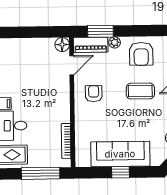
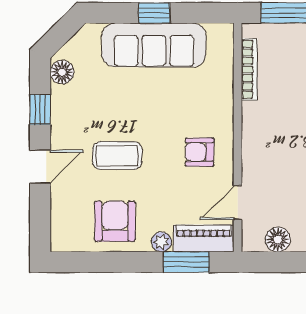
floor lamp: (62, 45) -> (278, 239), moved
armchair: (94, 94) -> (200, 152), turned 90

